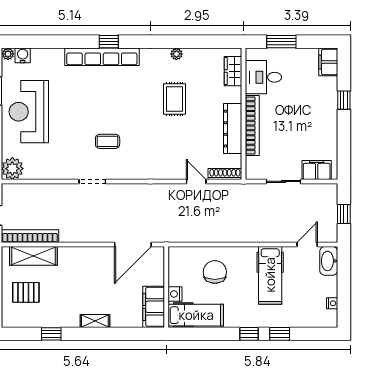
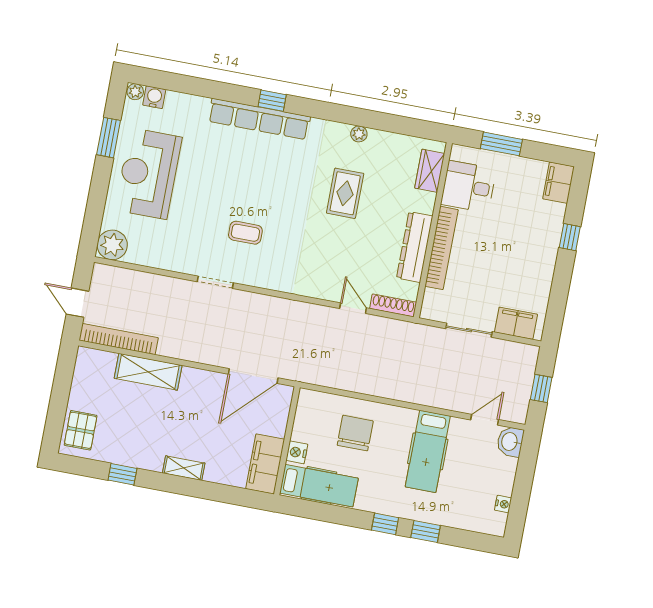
shelving: (33, 256) -> (148, 372), moved
washbasin: (329, 261) -> (510, 442), width x0.72
pallet: (26, 292) -> (81, 430), moved, turned 90

